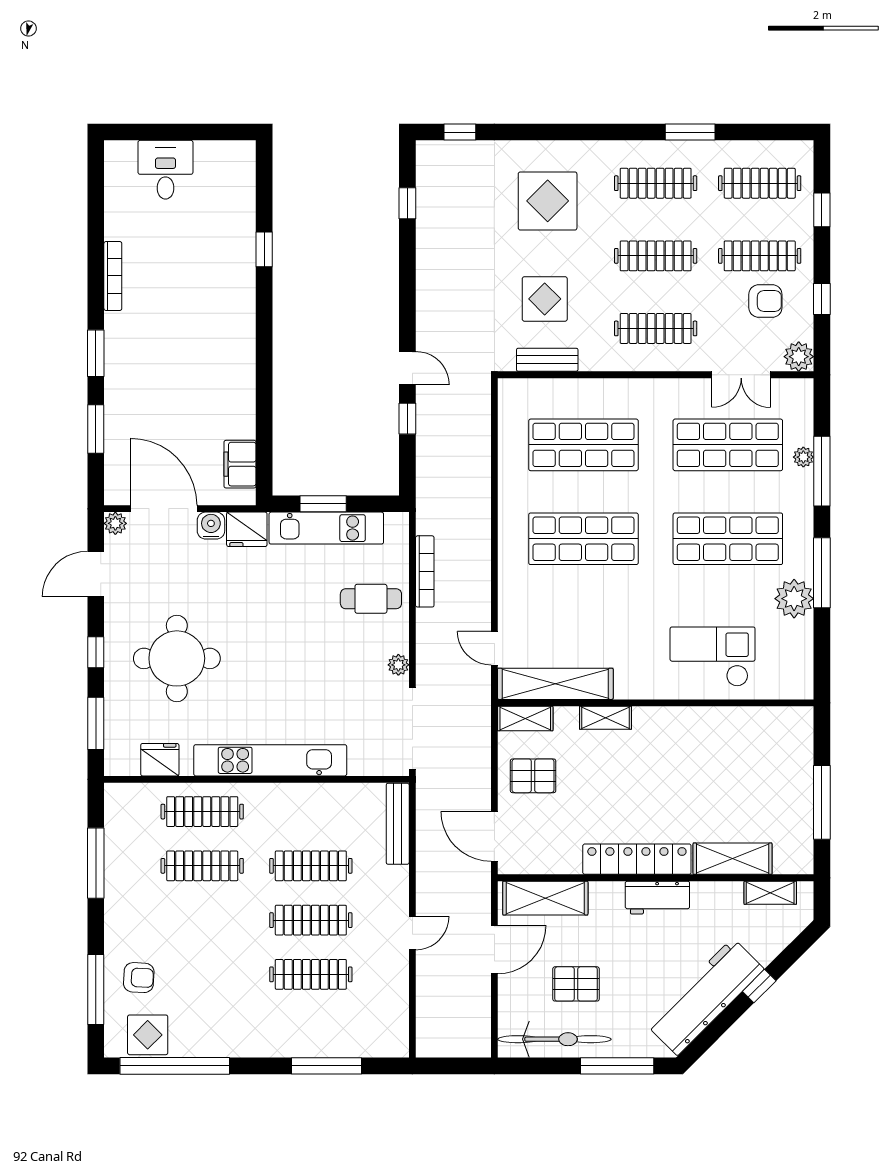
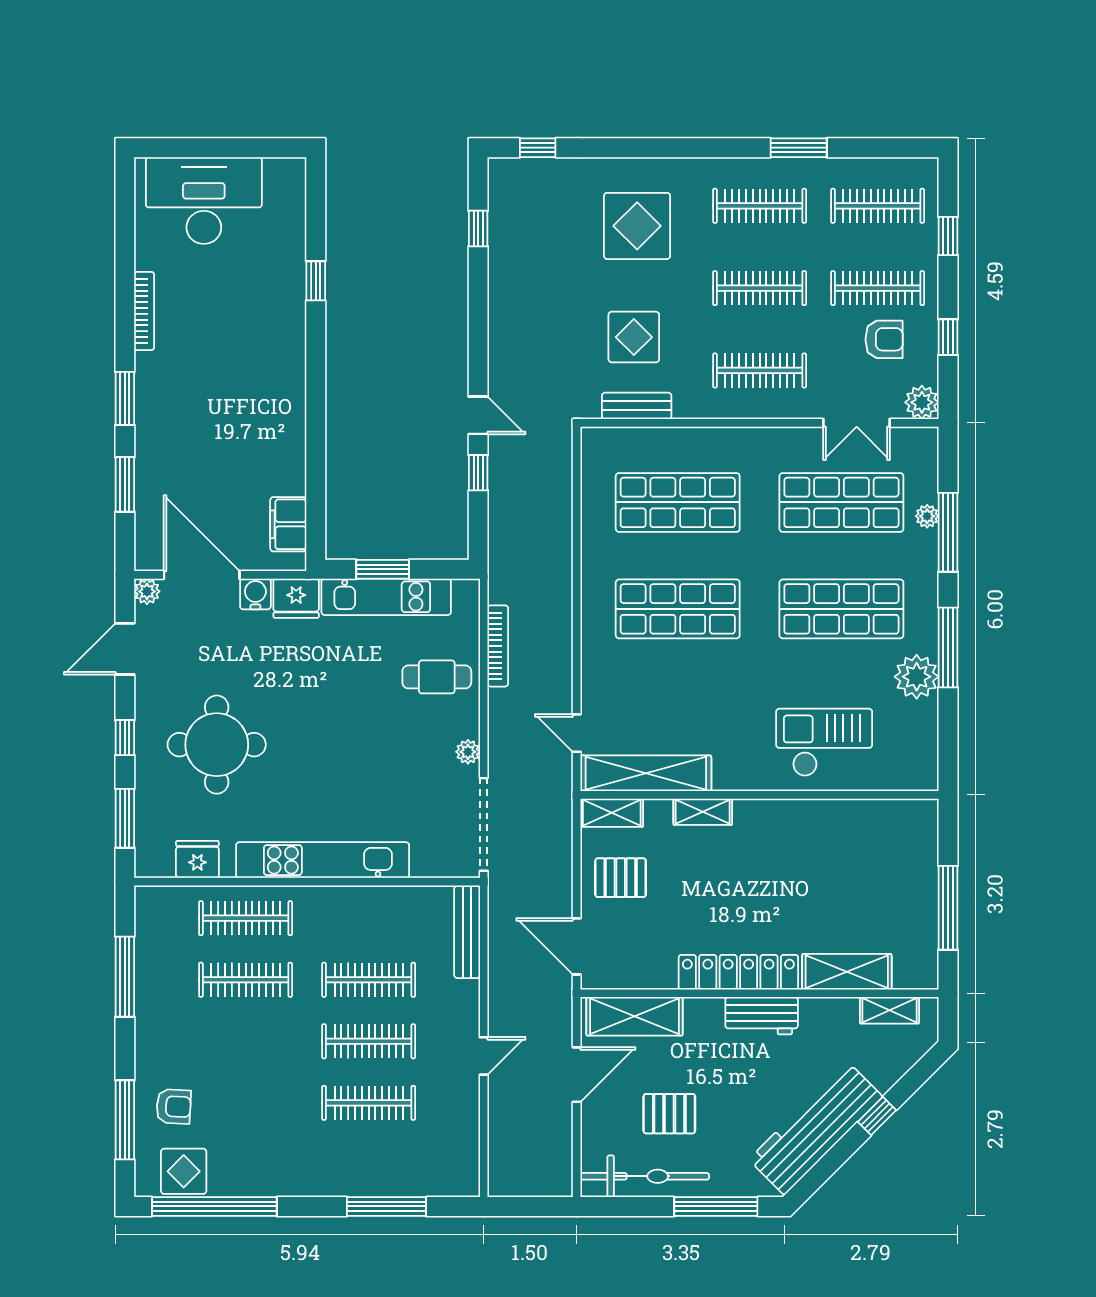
desk: (165, 170) -> (204, 200), width x1.87, depth x1.30

